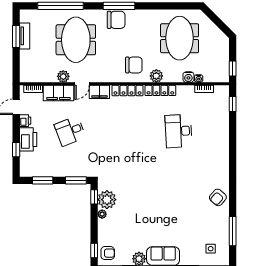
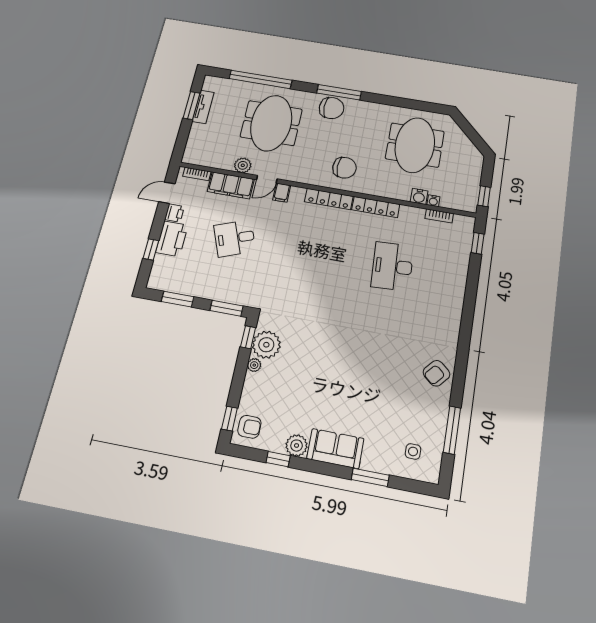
plant: (156, 76) -> (373, 187), removed
filing cabinet: (99, 92) -> (282, 193), width x0.50

